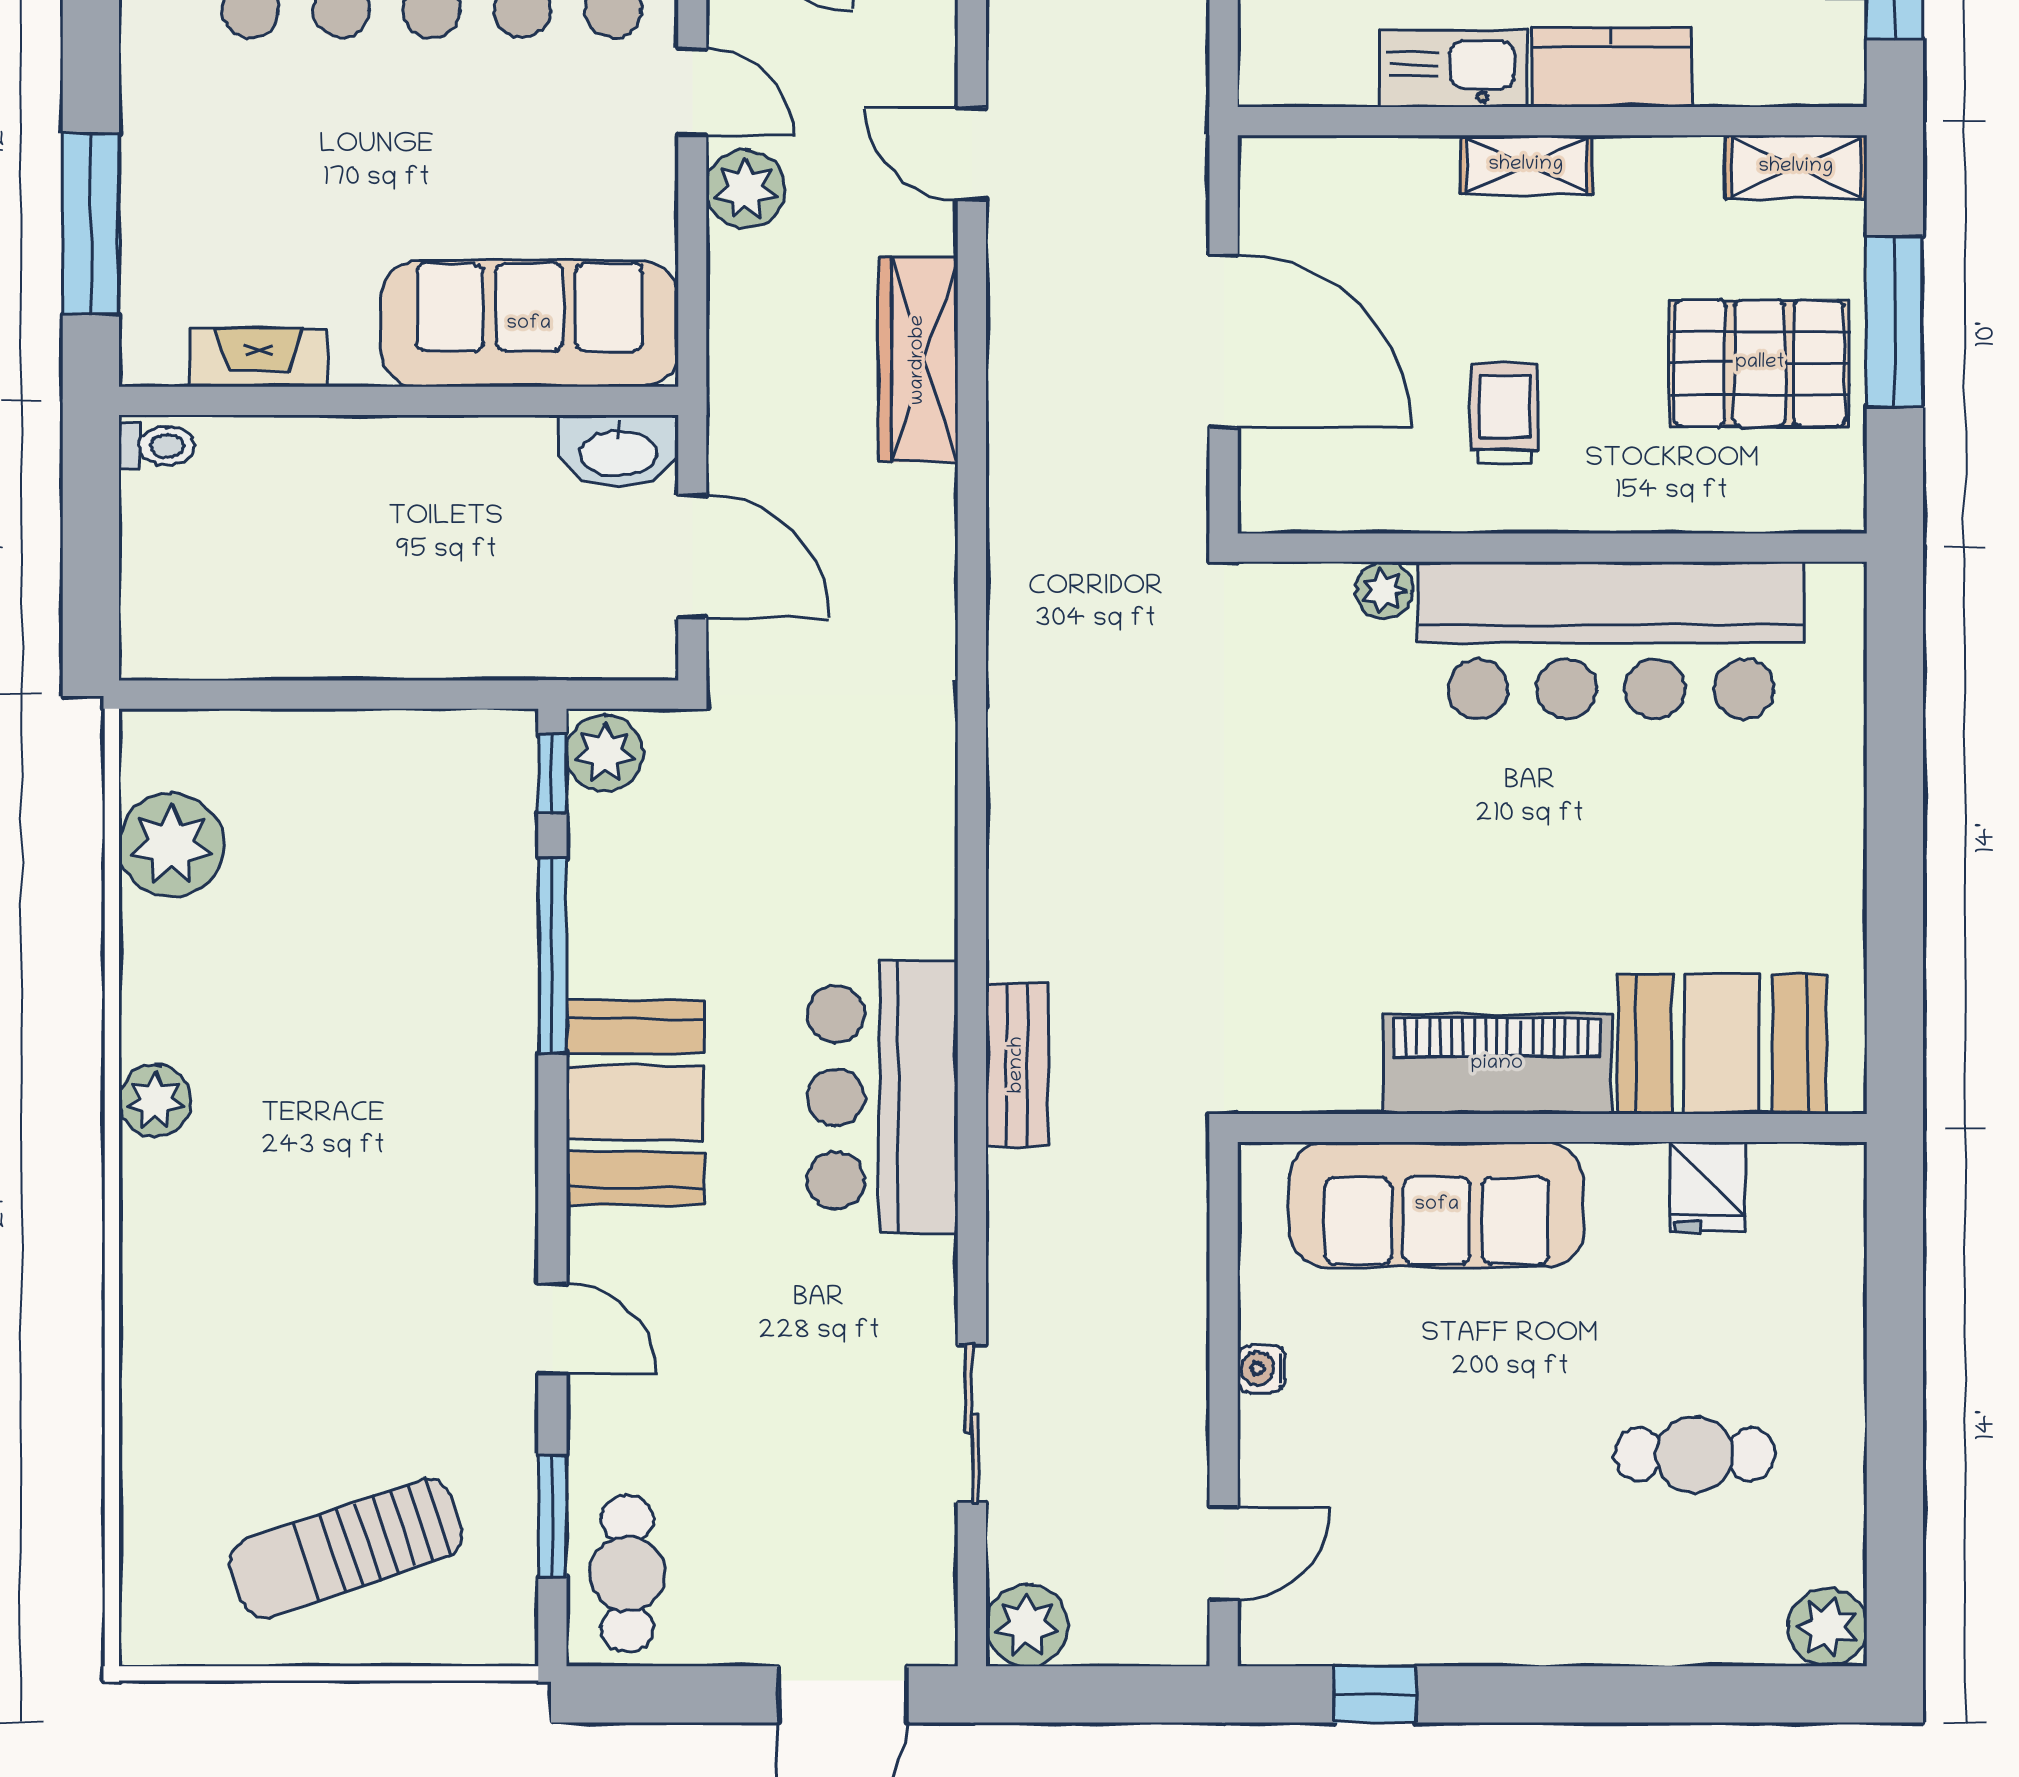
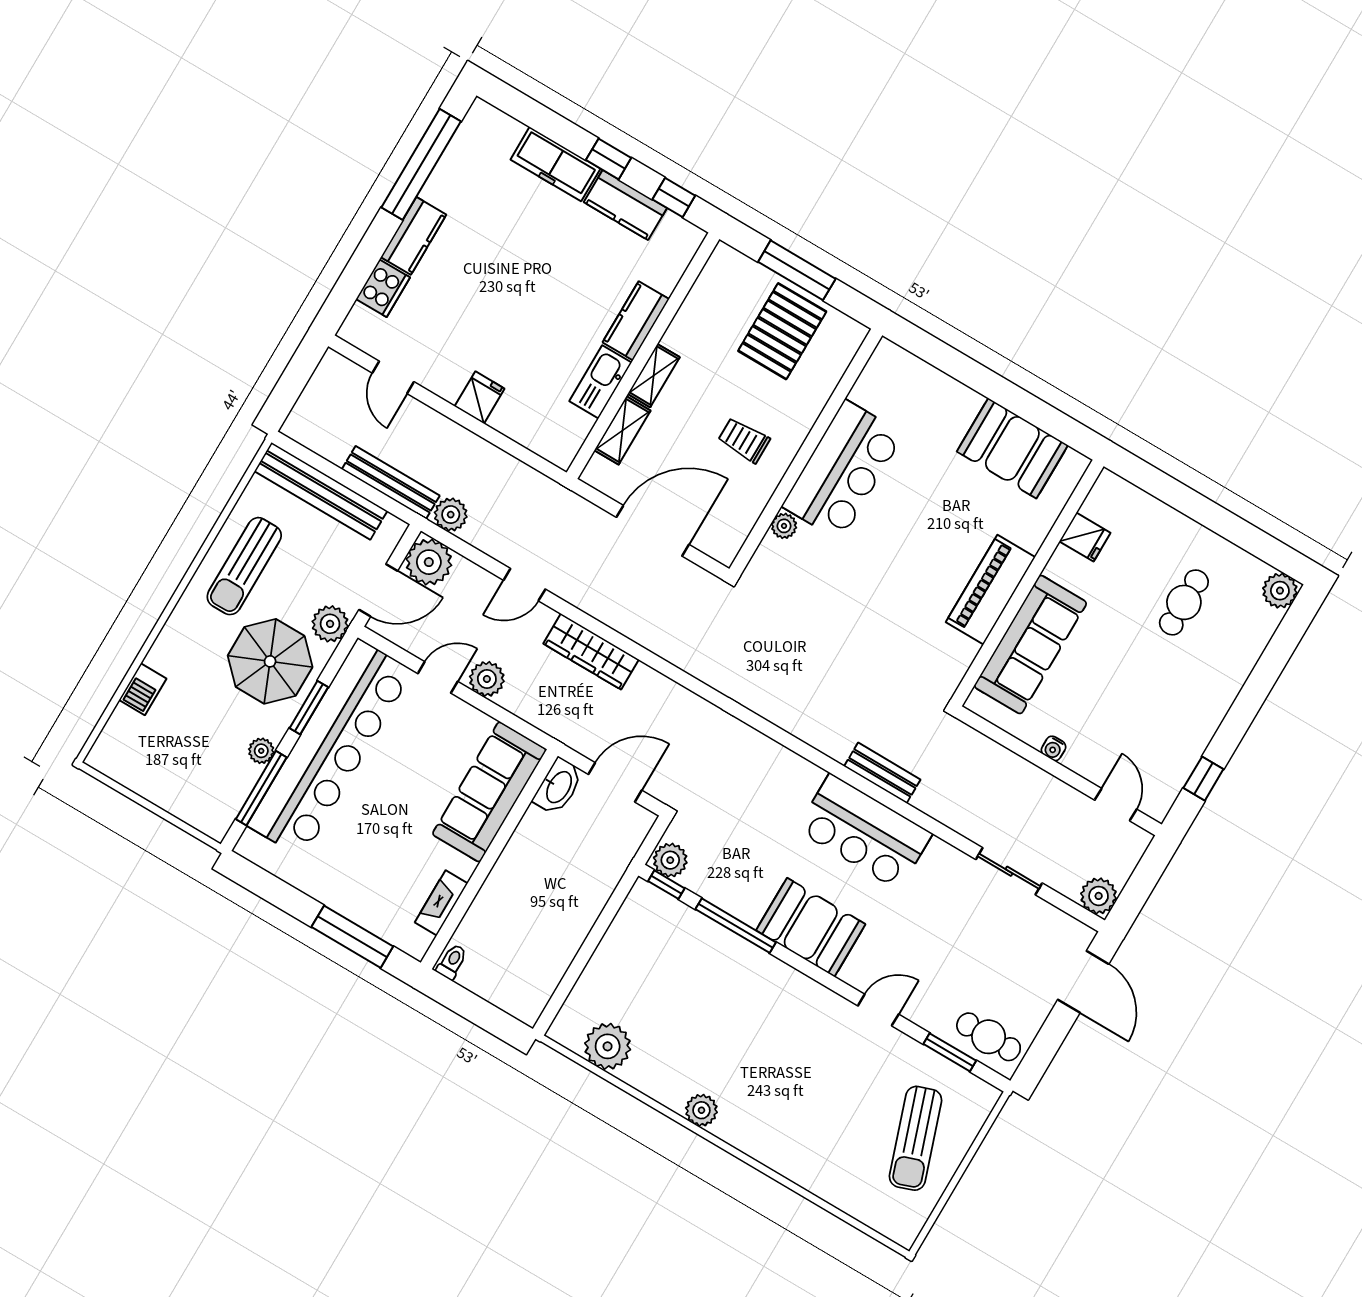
shelving: (1796, 167) -> (623, 430), moved
bar counter: (1611, 640) -> (843, 470), width x0.73
booth: (1722, 1044) -> (1012, 448), moved, turned 90

